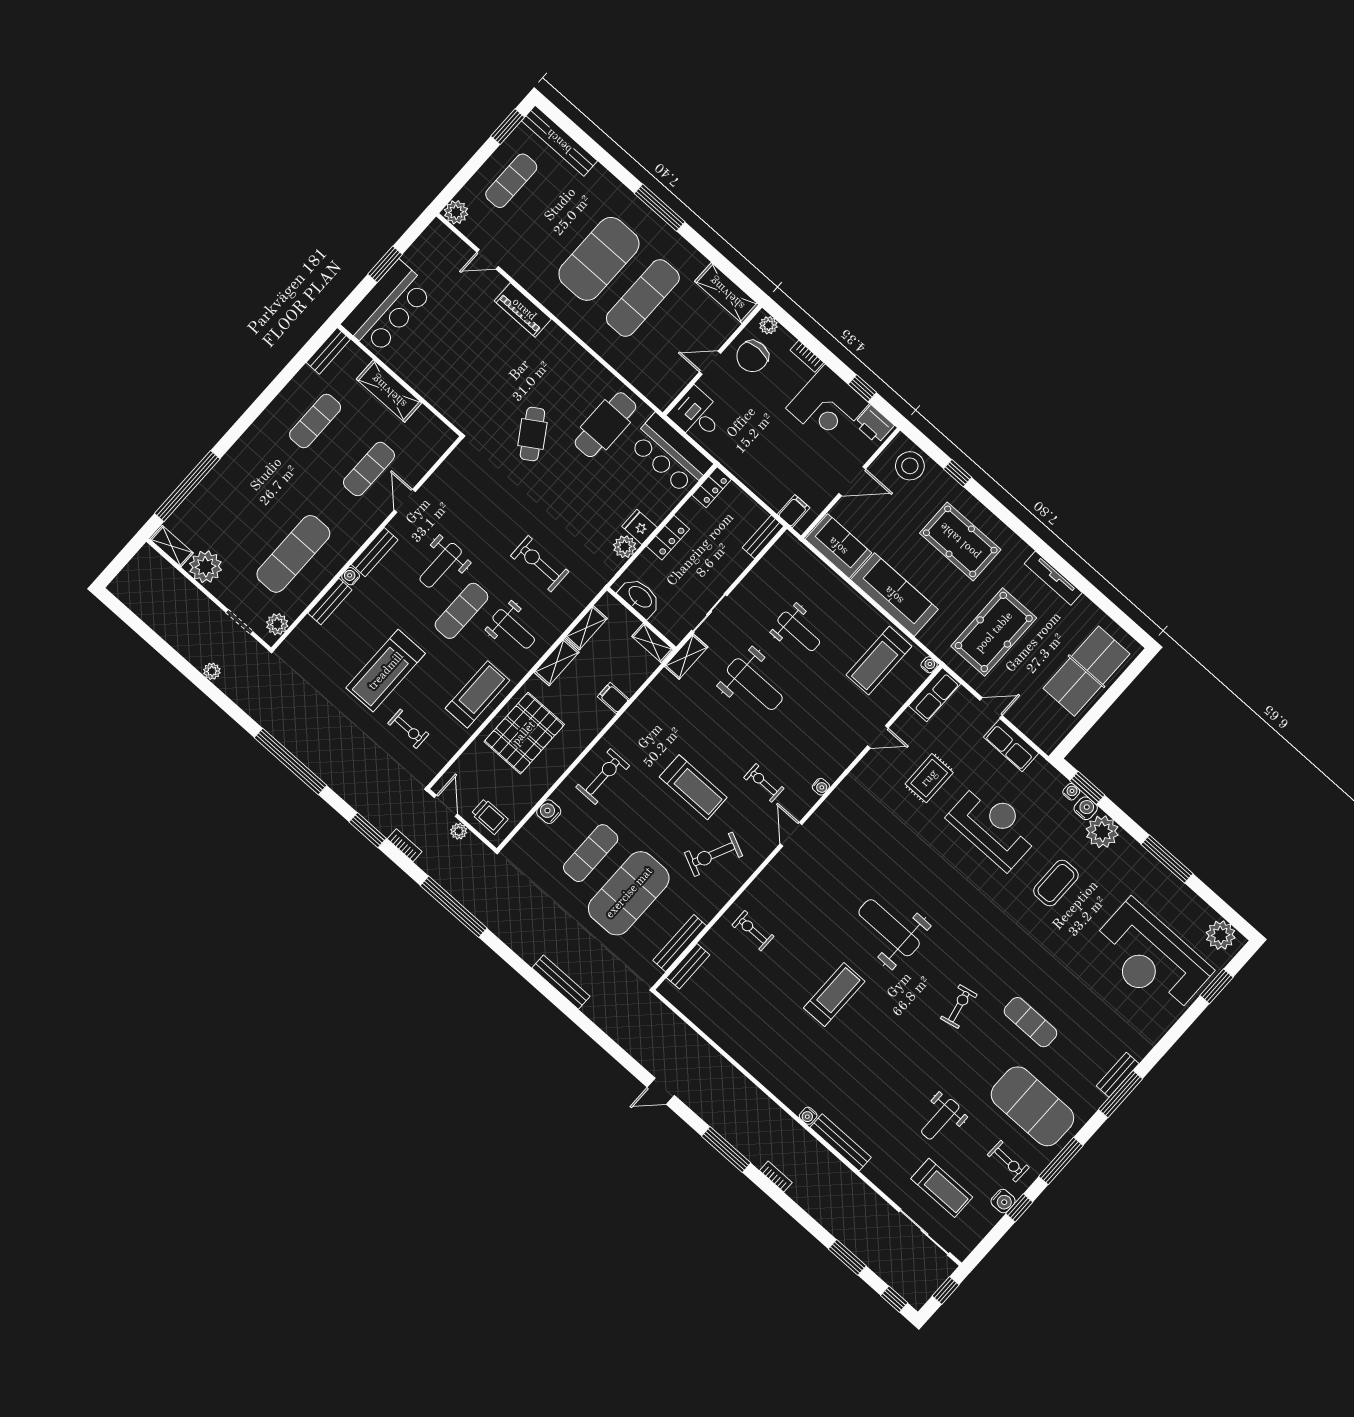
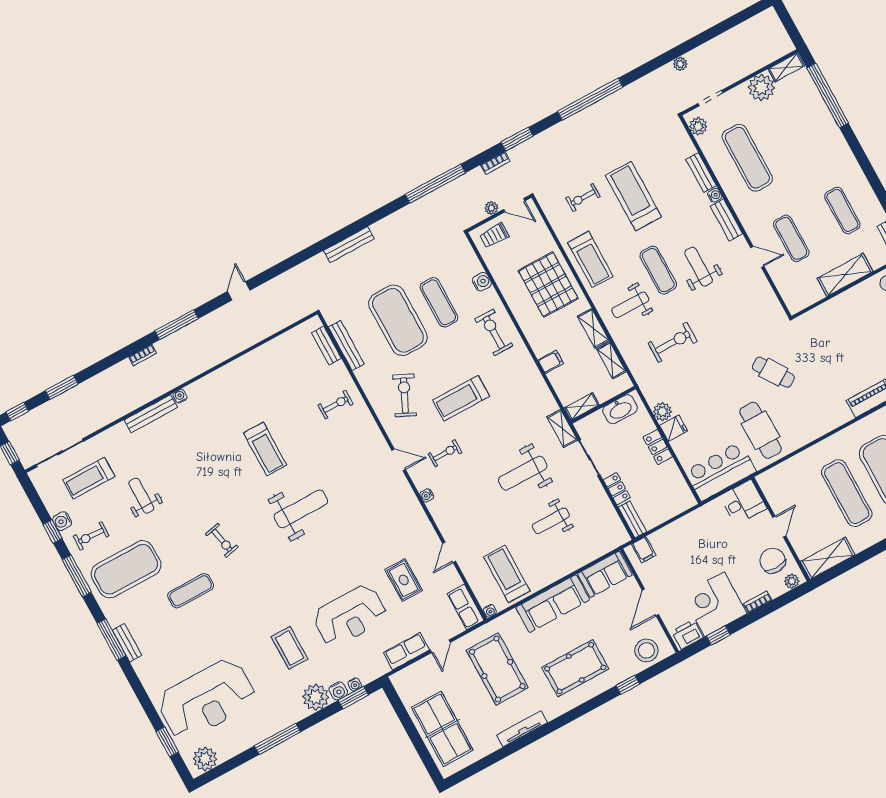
locker: (712, 487) -> (617, 489), moved, turned 180
exercise bike: (603, 776) -> (494, 332), turned 180
reception desk: (1151, 958) -> (207, 699), turned 180

